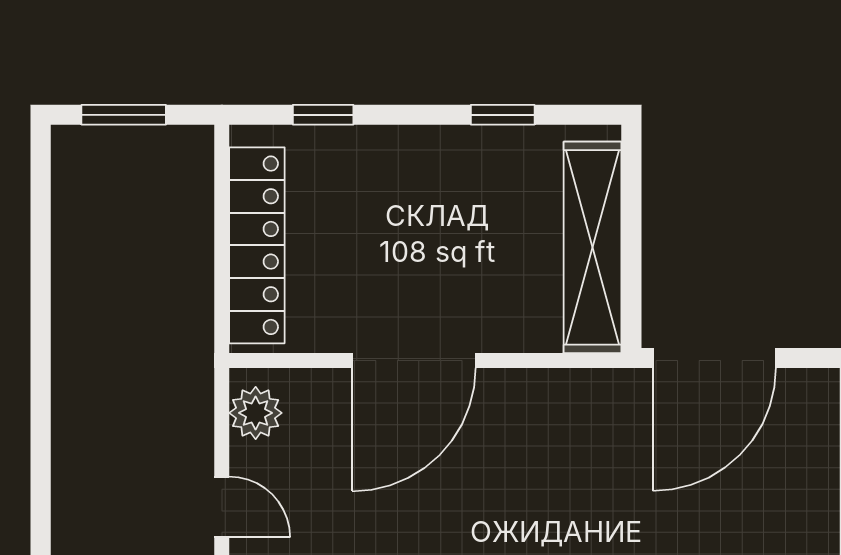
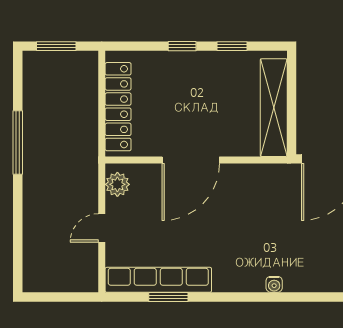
window: (323, 115) -> (182, 46), moved
window: (41, 323) -> (18, 142), added
door: (222, 507) -> (102, 228), swing flipped

